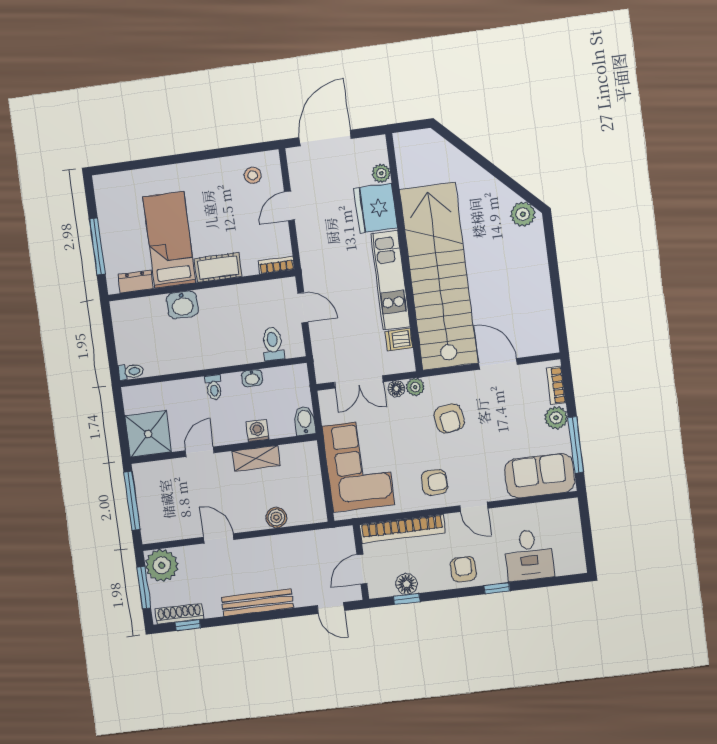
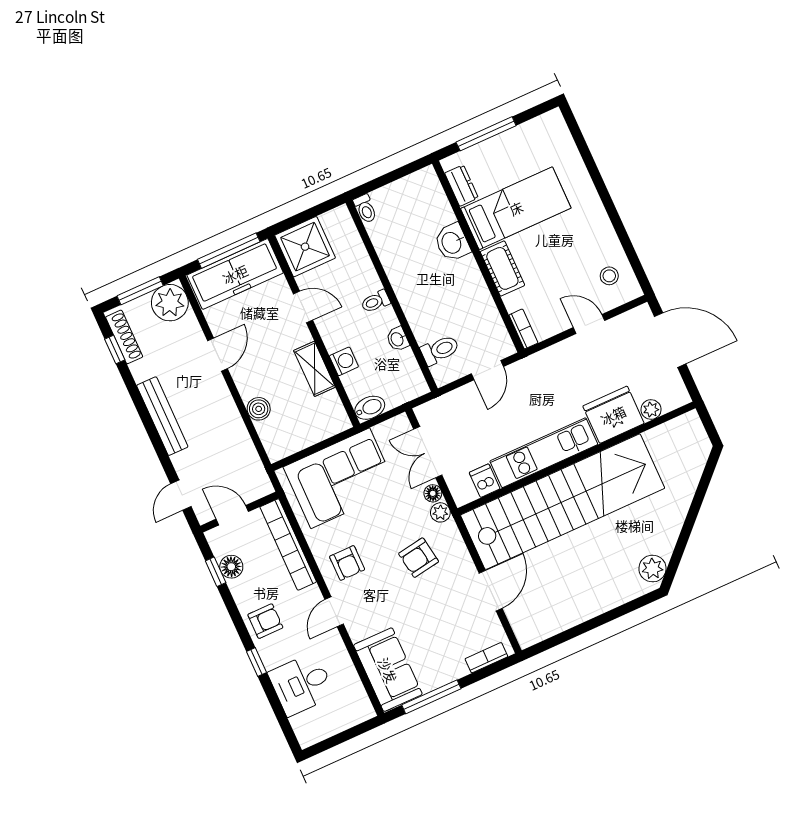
plant: (556, 418) -> (453, 668), removed
freezer: (154, 502) -> (235, 274), added

